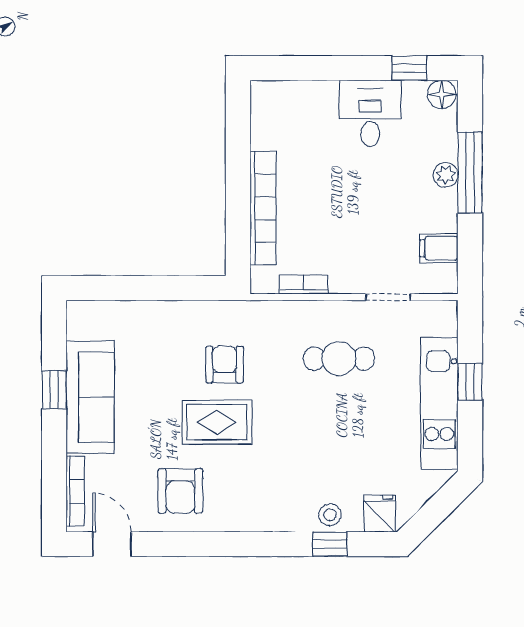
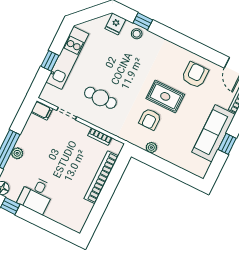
filing cabinet: (439, 248) -> (42, 110), moved
plant: (195, 312) -> (151, 147), added

